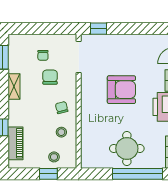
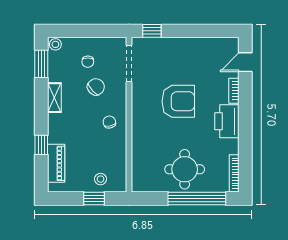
chair: (50, 77) -> (96, 87), turned 47
stool: (61, 132) -> (55, 44), moved

